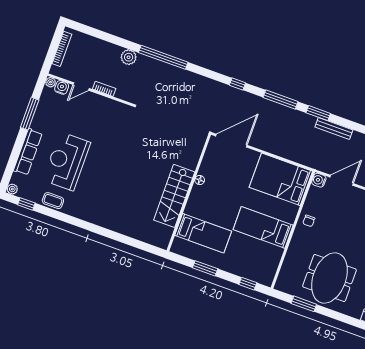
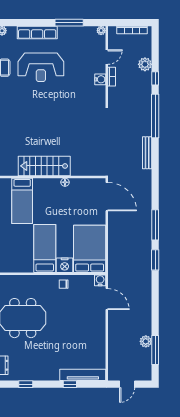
plant: (129, 57) -> (145, 64), moved
window: (237, 84) -> (155, 78), moved
water cooler: (62, 87) -> (100, 79), moved
door: (81, 87) -> (107, 57), swing flipped
bench: (334, 128) -> (147, 153), moved
reception desk: (67, 161) -> (41, 67), turned 180
nightstand: (289, 213) -> (65, 265), added

